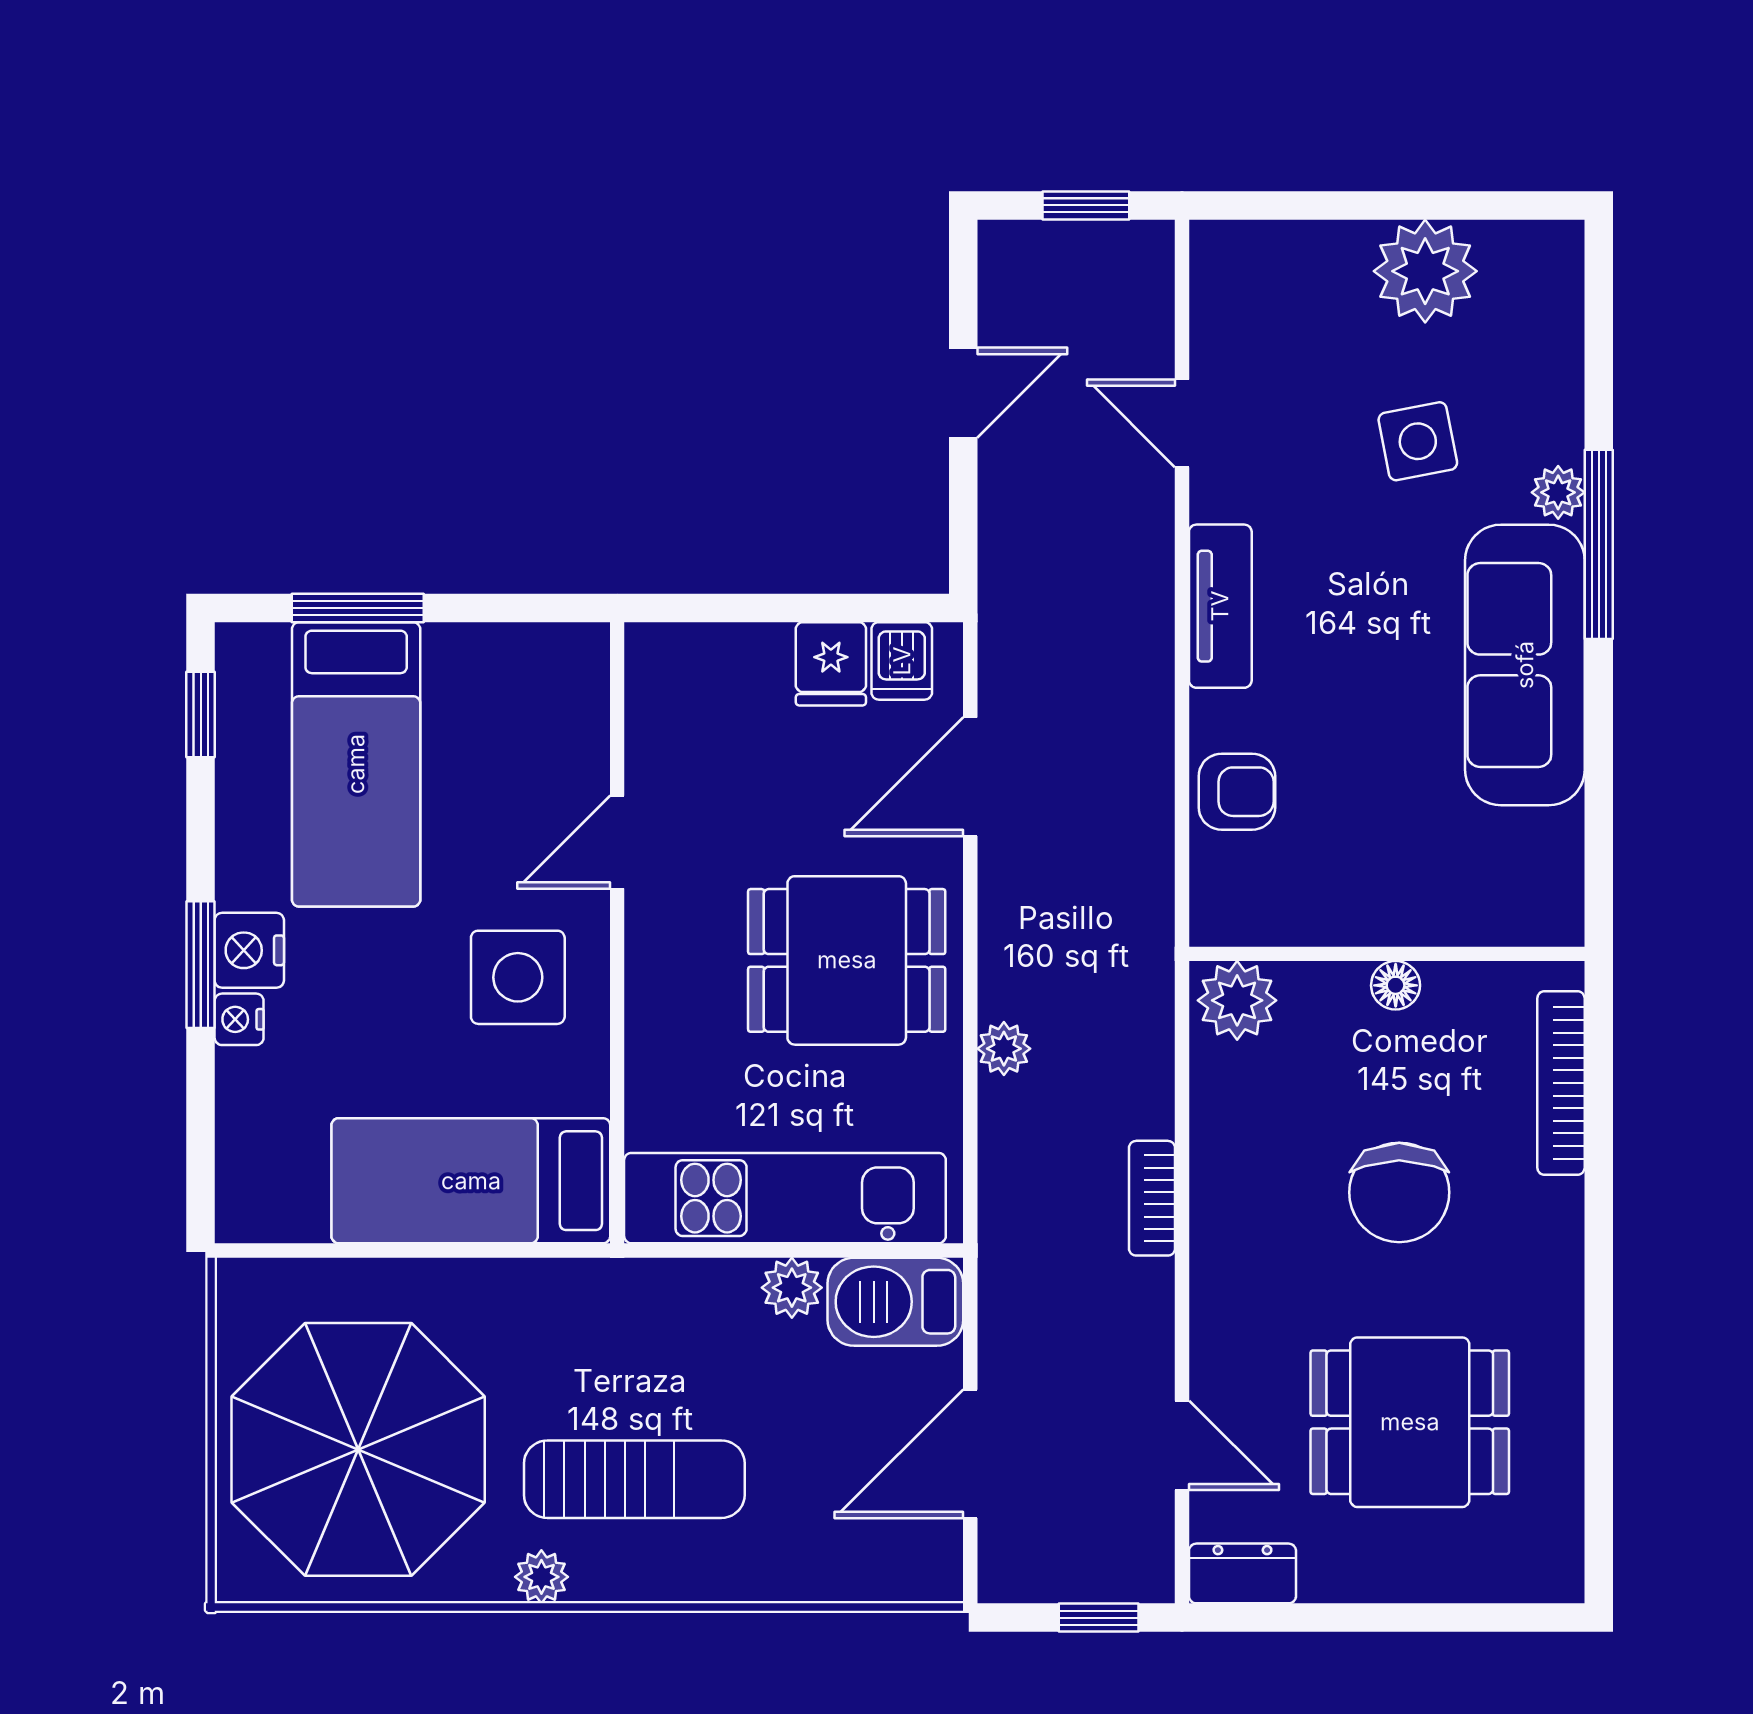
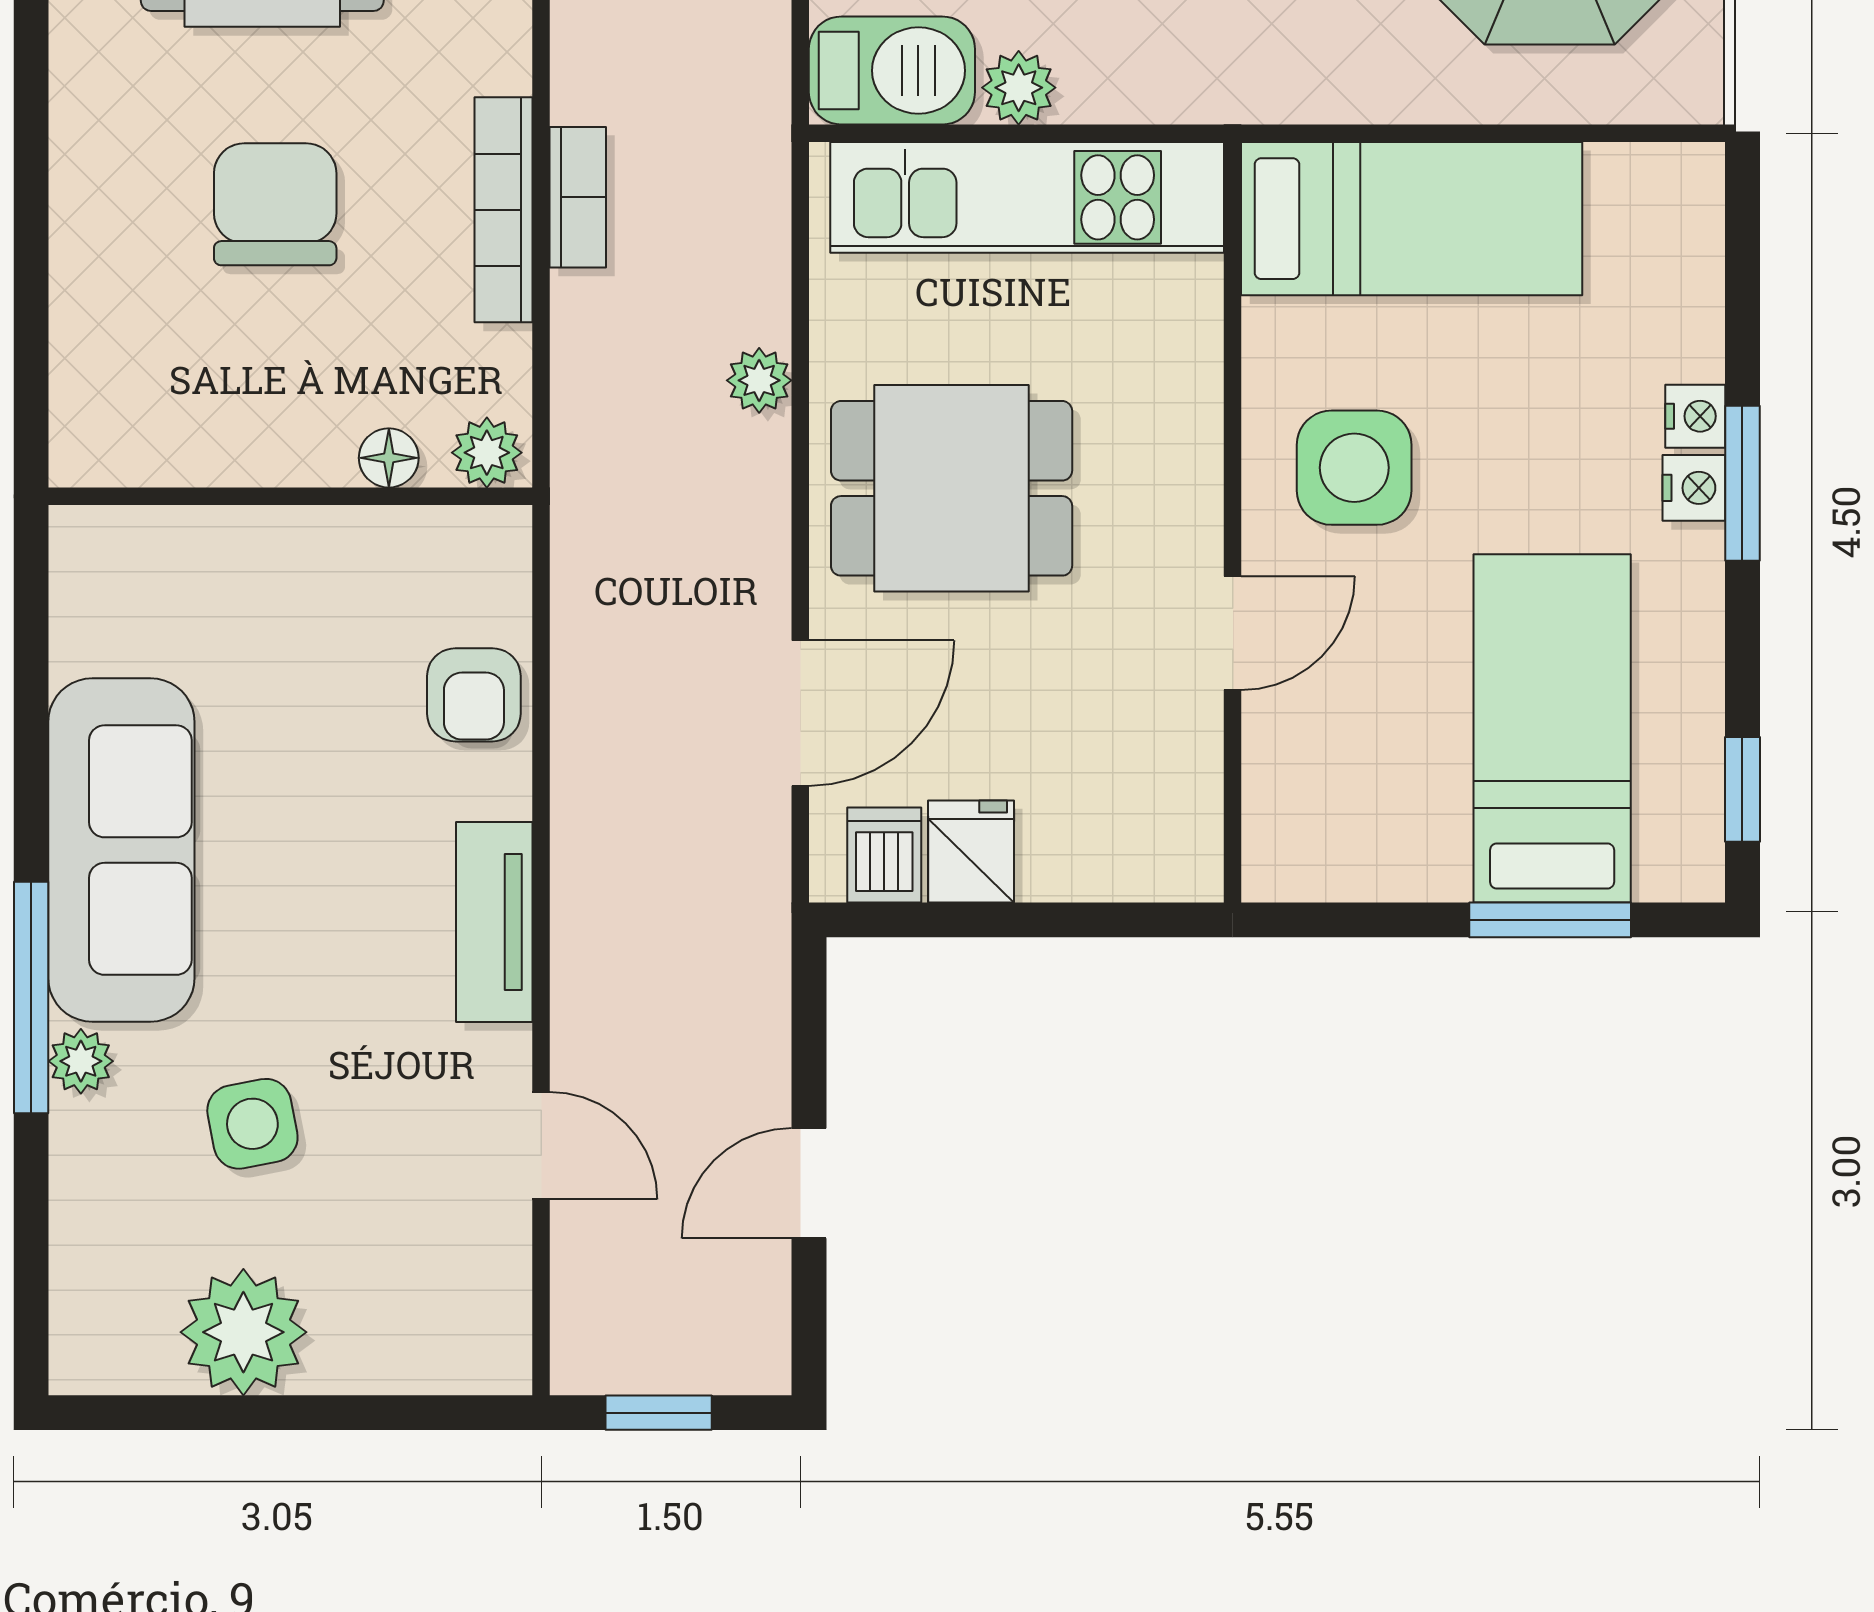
armchair: (1237, 792) -> (474, 695), turned -90
nightstand: (249, 950) -> (1694, 488), width x0.72, depth x0.74
floor lamp: (1396, 985) -> (389, 458), moved
plant: (1237, 1000) -> (487, 453), width x0.73, depth x0.73
bookcase: (1561, 1083) -> (504, 210), moved, turned 180

